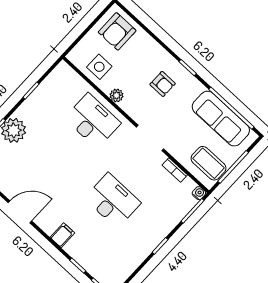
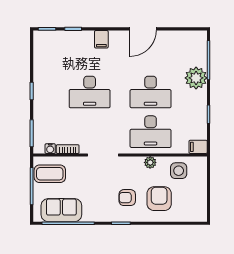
armchair: (117, 31) -> (159, 199), moved
filing cabinet: (65, 72) -> (198, 147), added
sofa: (221, 119) -> (61, 210), width x0.73
desk: (62, 154) -> (151, 92), added
water cooler: (199, 193) -> (50, 149), moved

